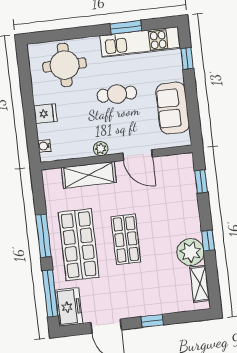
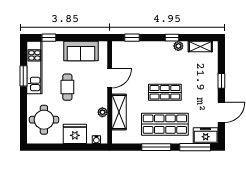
fridge: (45, 114) -> (75, 134), width x1.88, depth x1.34
plant: (101, 149) -> (102, 112), moved
plant: (190, 252) -> (178, 46), width x0.53, depth x0.53

